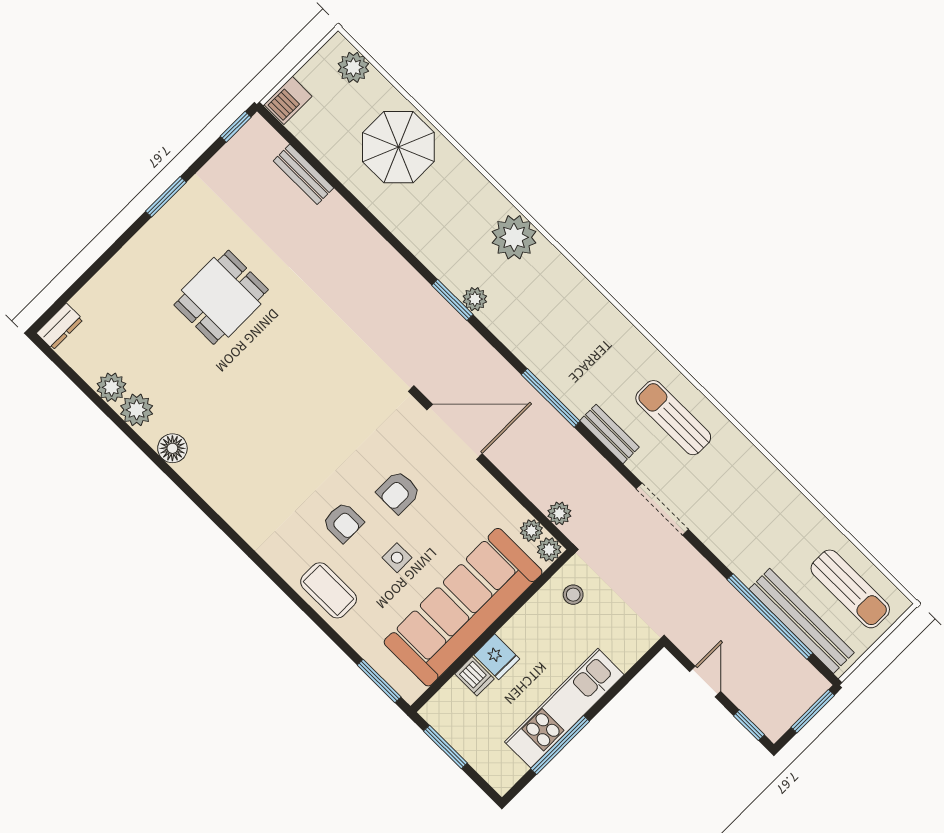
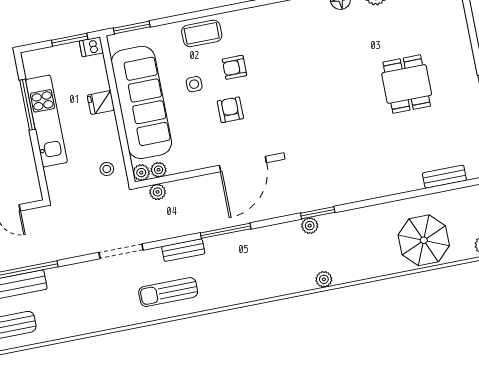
plant: (514, 237) -> (324, 279), width x0.53, depth x0.53
sun lounger: (673, 418) -> (168, 292), turned 180
dishwasher: (474, 676) -> (91, 47), moved

